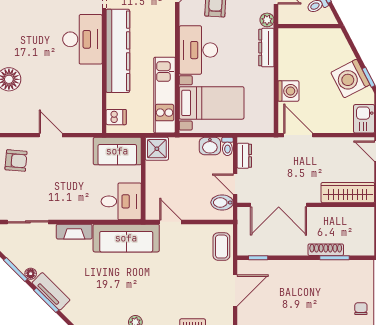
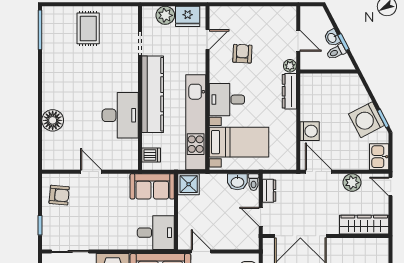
desk: (82, 39) -> (120, 115), moved
desk: (198, 50) -> (227, 100), width x0.73
kitchen unit: (165, 95) -> (196, 122), width x1.36
plant: (335, 147) -> (352, 183), added
bidet: (222, 202) -> (249, 234), removed

